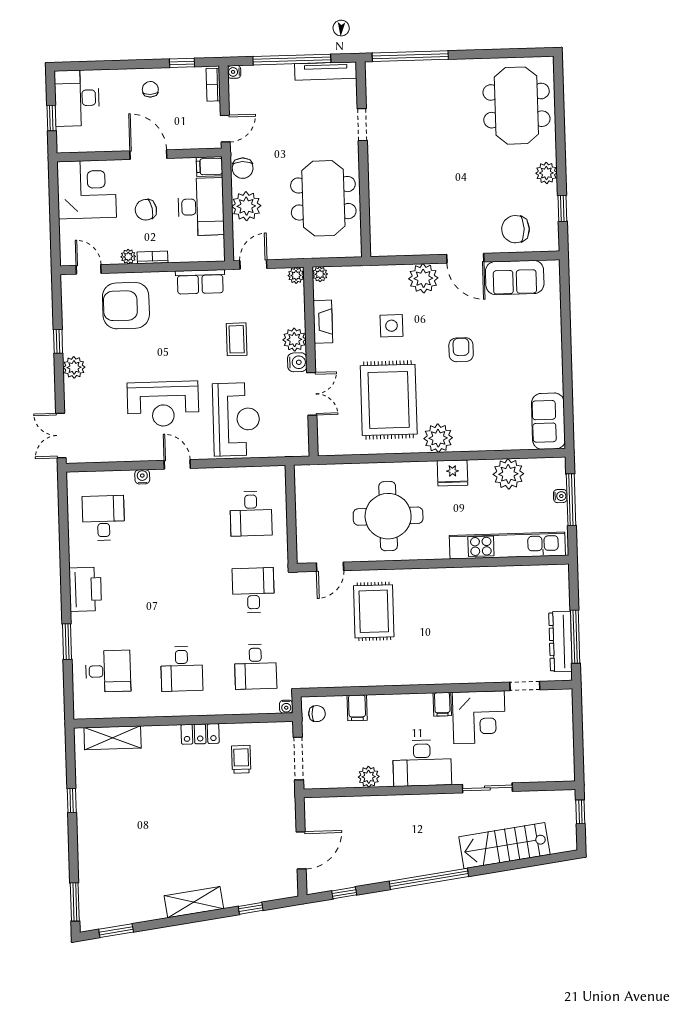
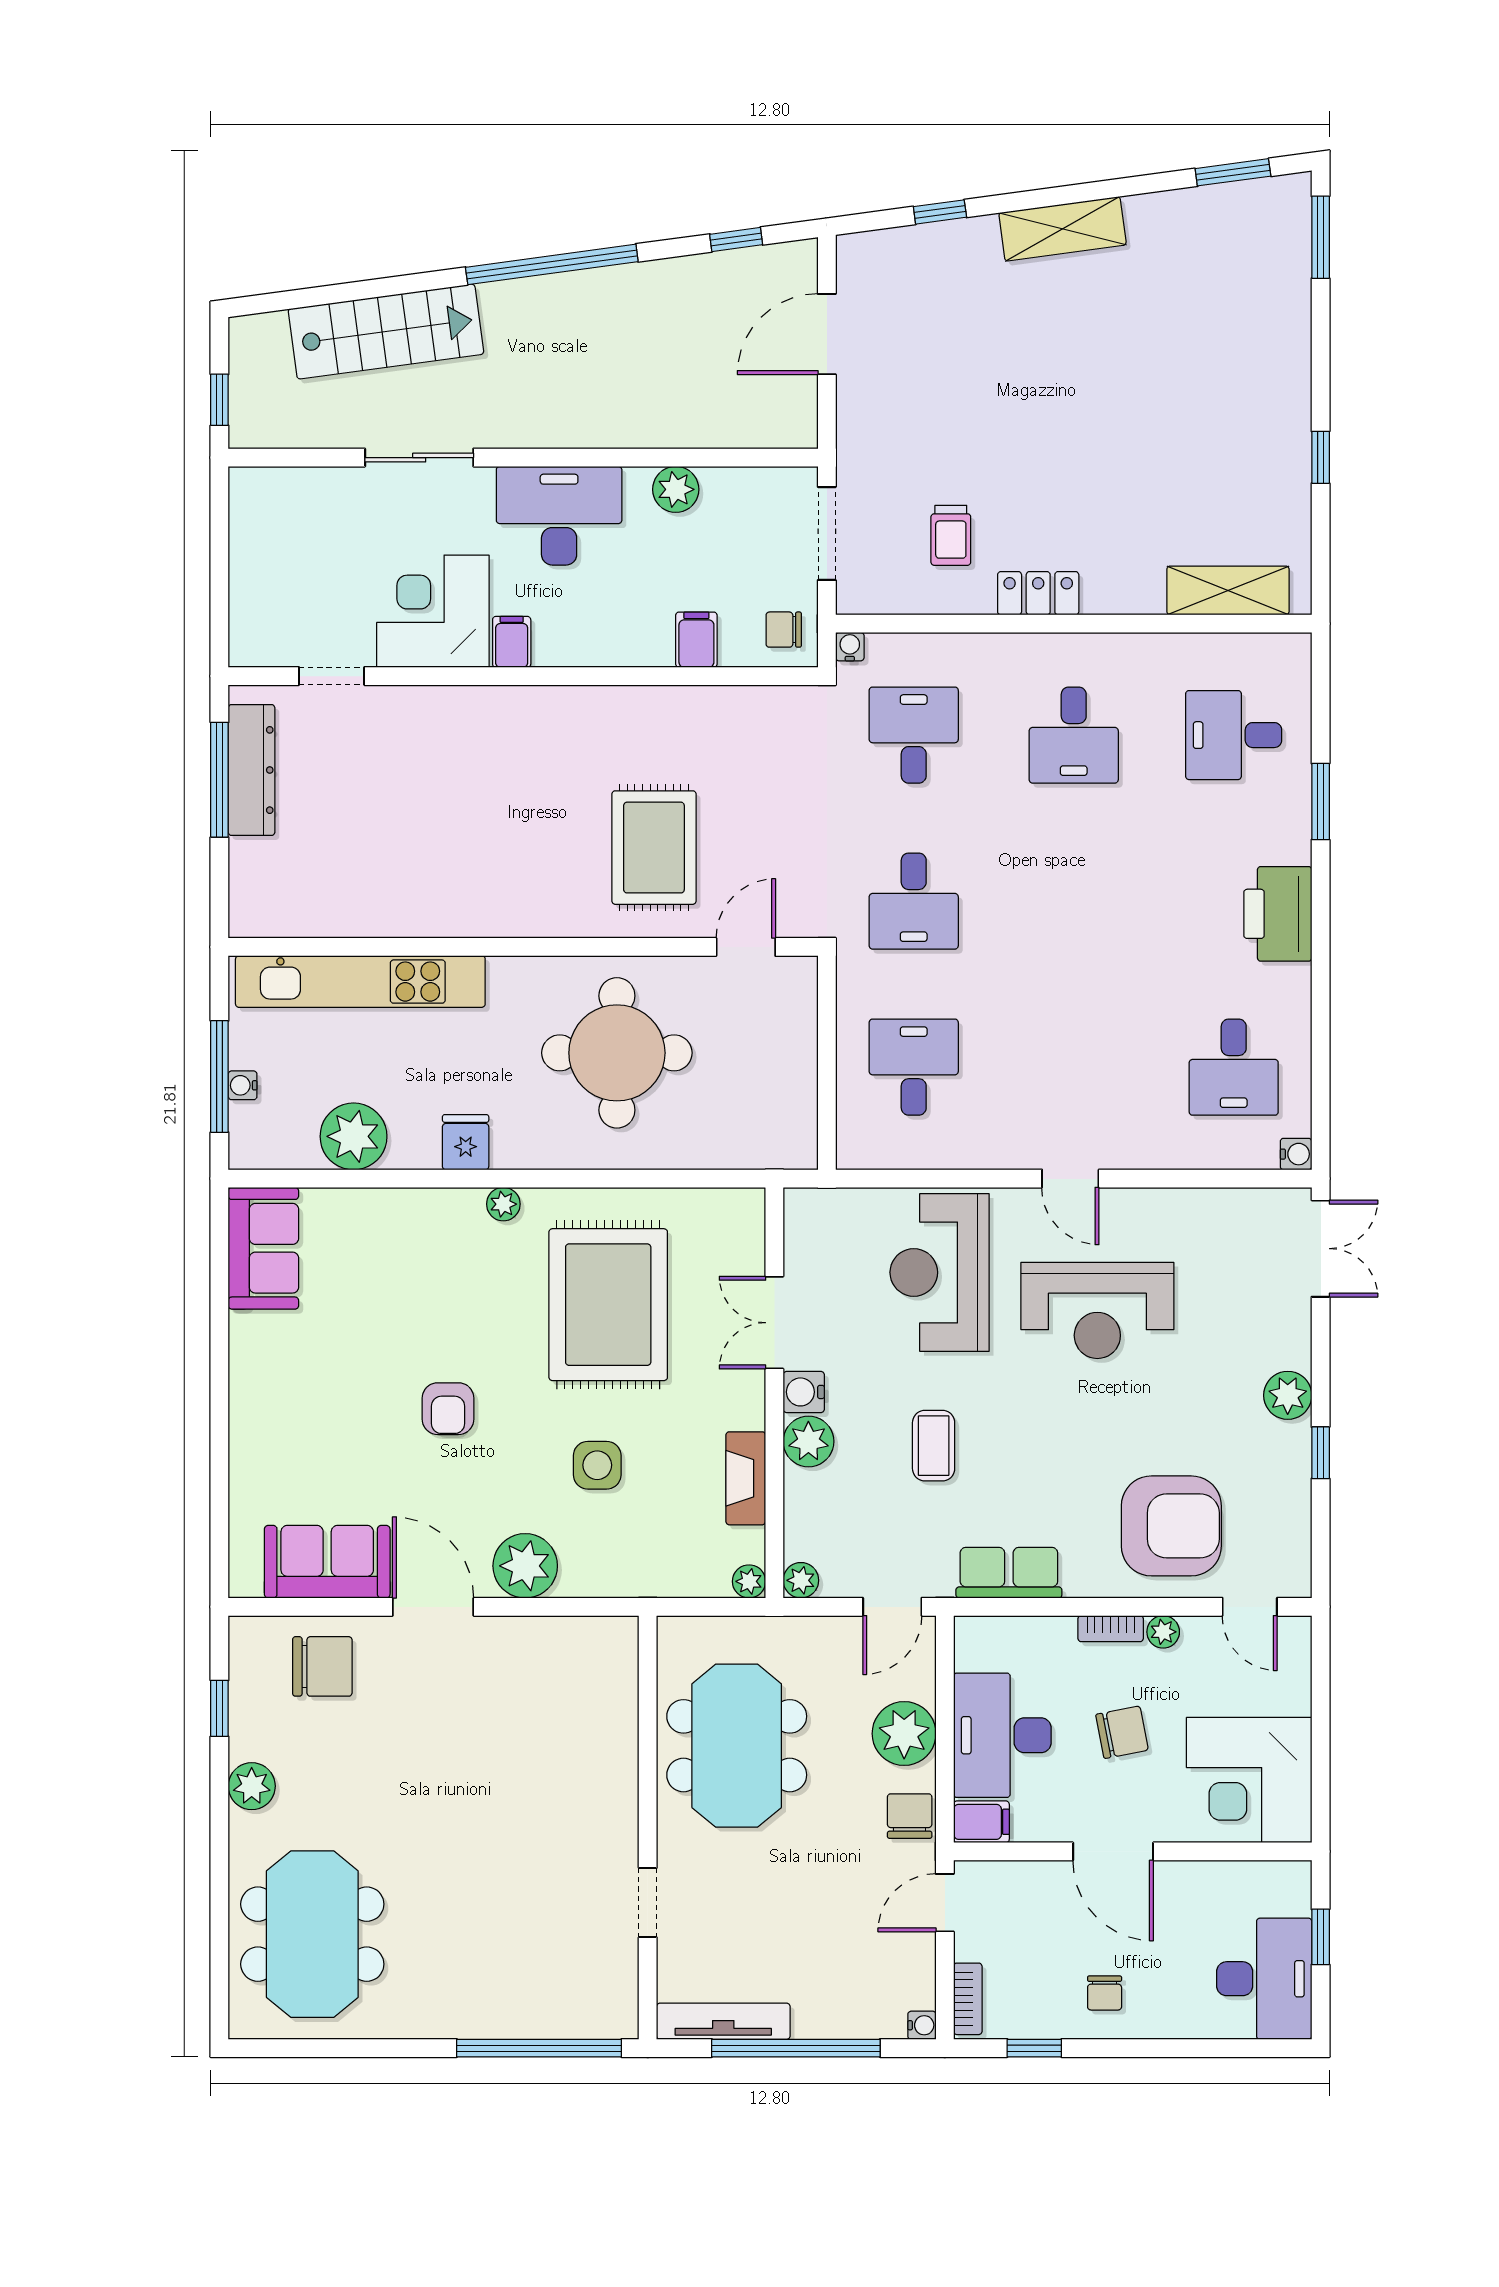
reception desk: (163, 404) -> (1097, 1310), turned 180
plant: (438, 438) -> (503, 1204), width x0.53, depth x0.53
fridge: (453, 473) -> (466, 1142), width x0.72
water cooler: (142, 477) -> (1296, 1154), moved, turned -90
desk: (182, 669) -> (1074, 735), turned 180

